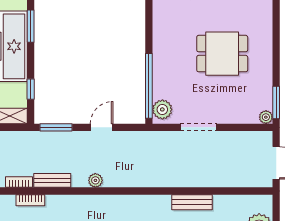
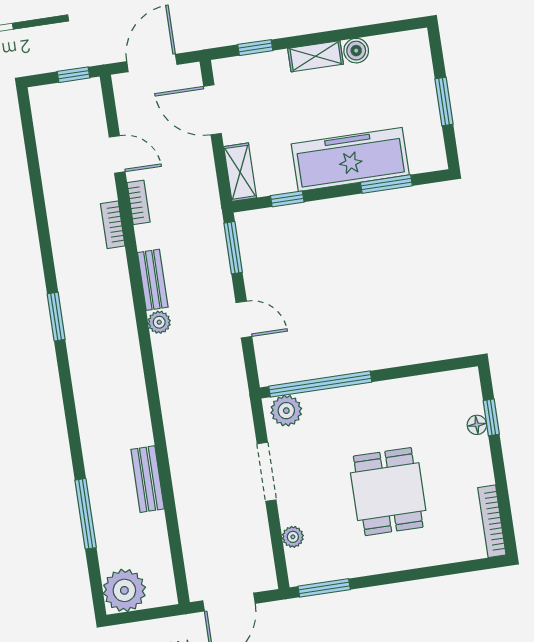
plant: (266, 117) -> (293, 537), moved
bench: (52, 180) -> (153, 280), moved

